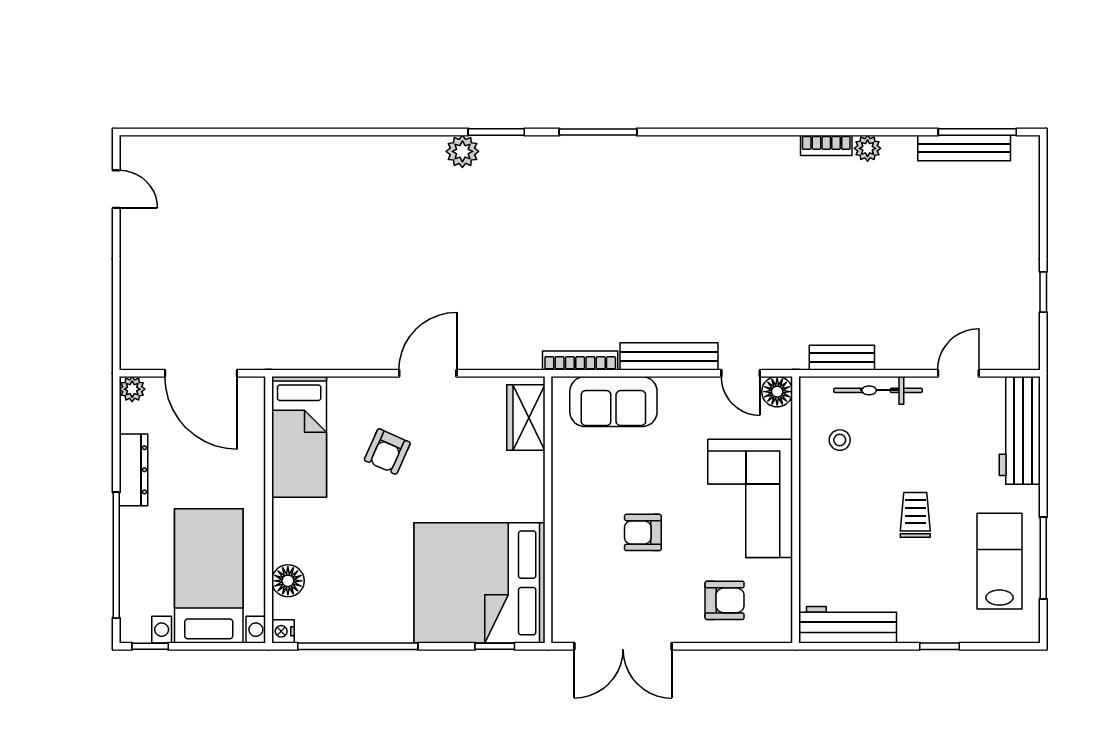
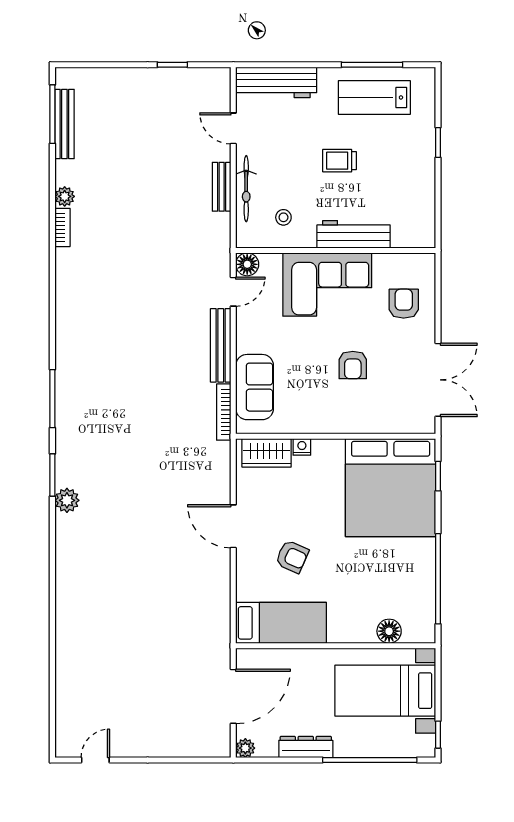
bench: (842, 358) -> (222, 187), moved
workbench: (848, 625) -> (354, 234), moved, turned 90
nightstand: (283, 631) -> (302, 447), moved, turned 180

